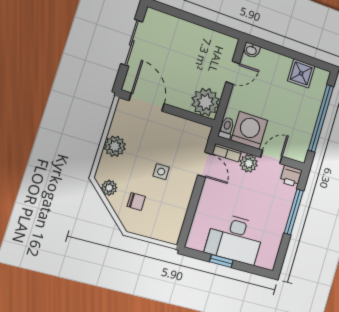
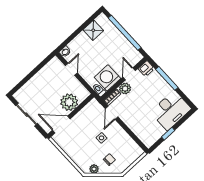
plant: (205, 102) -> (69, 102), moved
plant: (115, 146) -> (75, 154), removed
door: (205, 165) -> (112, 113), swing flipped
desk: (235, 239) -> (171, 110), moved

